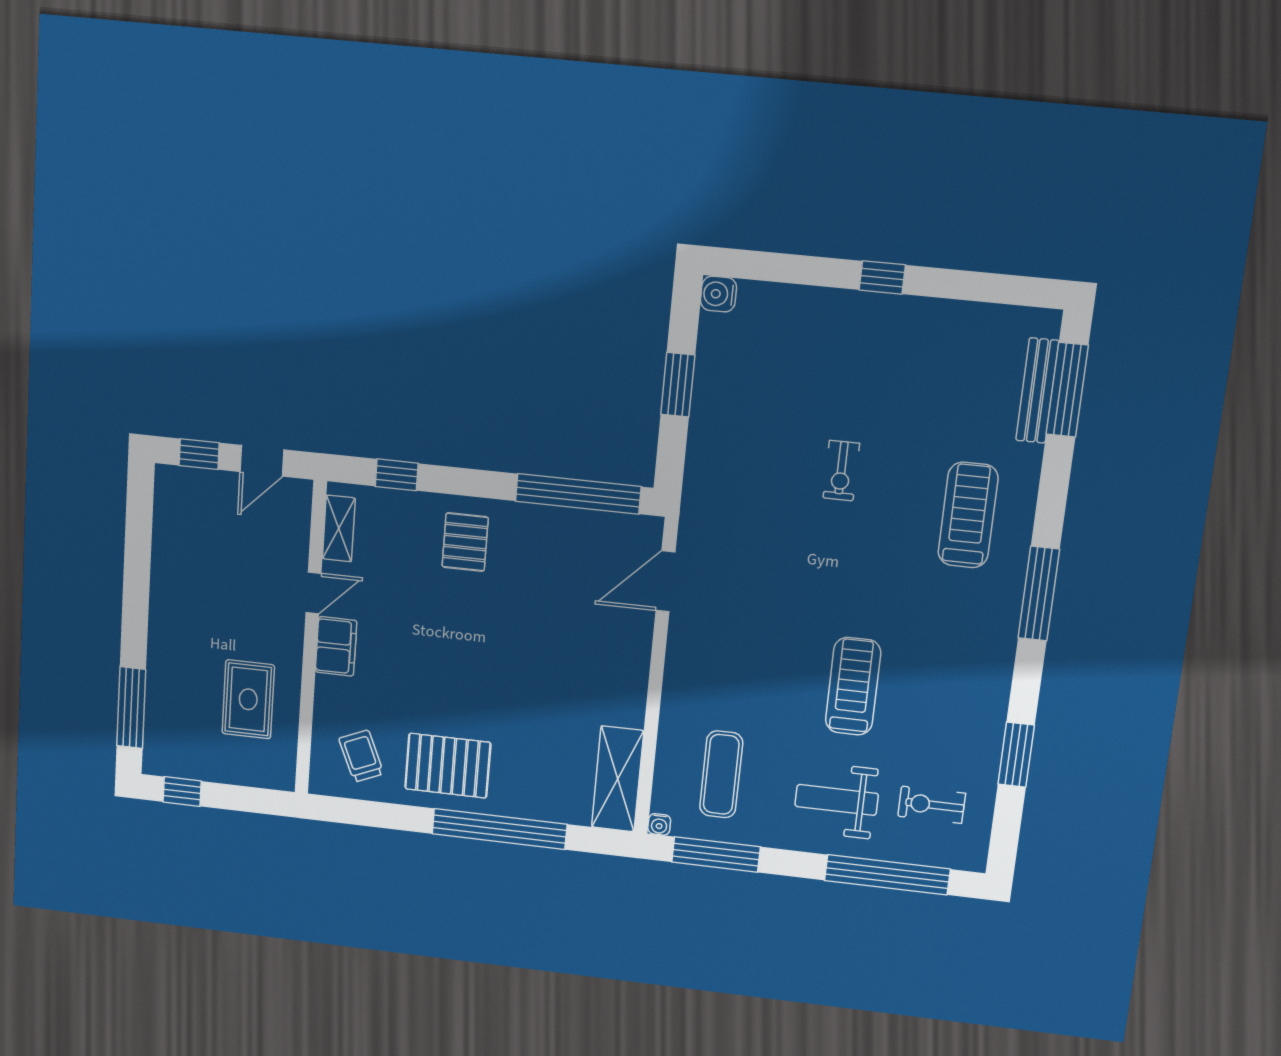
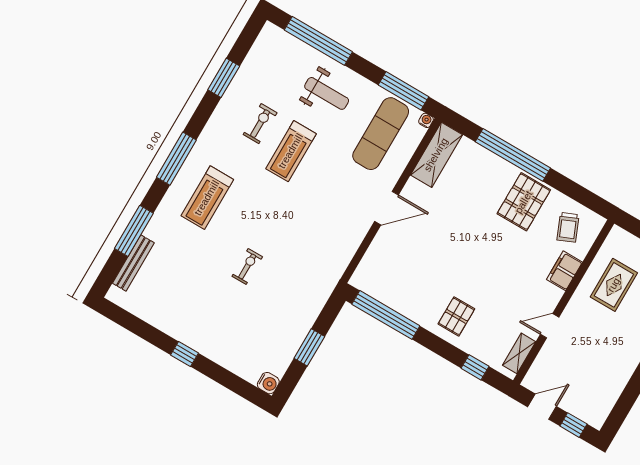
window: (1067, 390) -> (134, 231), moved
treadmill: (968, 515) -> (207, 198), moved
door: (665, 581) -> (386, 208), moved
filing cabinet: (336, 646) -> (564, 271), moved
pallet: (448, 766) -> (524, 202), turned 90
exercise mat: (721, 774) -> (381, 134), width x1.36, depth x1.45
exercise bike: (932, 805) -> (260, 124), moved, turned -90

